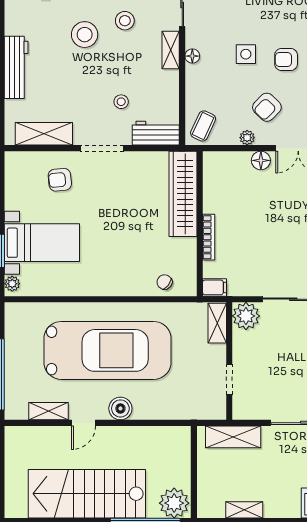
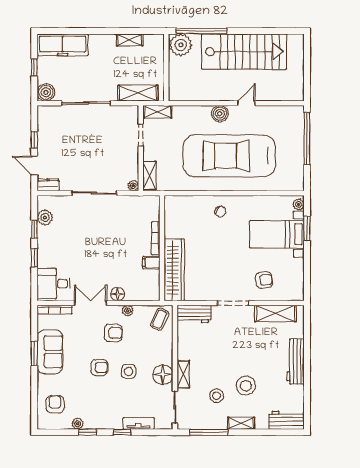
floor lamp: (192, 56) -> (163, 375), width x1.89, depth x1.89
stool: (121, 102) -> (219, 337), removed
armchair: (267, 107) -> (113, 333), turned 46
chair: (165, 282) -> (220, 211), moved
filing cabinet: (215, 287) -> (151, 263), moved
plant: (246, 316) -> (133, 186), width x0.53, depth x0.53
shelving: (49, 411) -> (158, 112), moved

